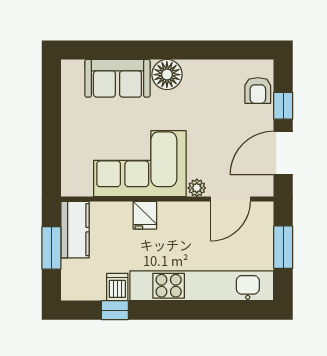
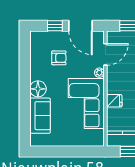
armchair: (258, 90) -> (59, 58), moved
door: (230, 199) -> (105, 54), hinge flipped

